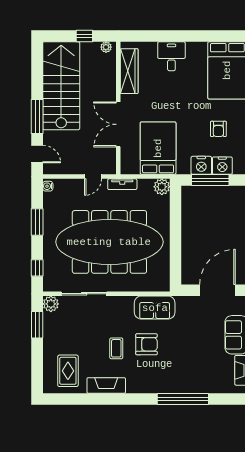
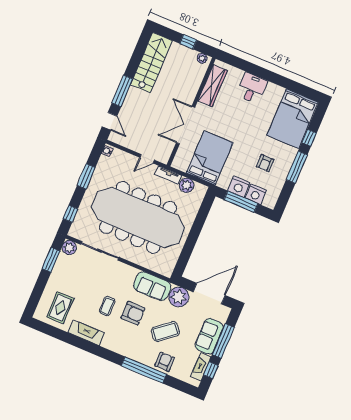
stairs: (61, 86) -> (151, 62), width x0.73, depth x0.66
plant: (162, 187) -> (187, 185), moved
plant: (187, 307) -> (179, 297), added
coffee table: (189, 349) -> (165, 332), added
armchair: (201, 381) -> (165, 362), added

